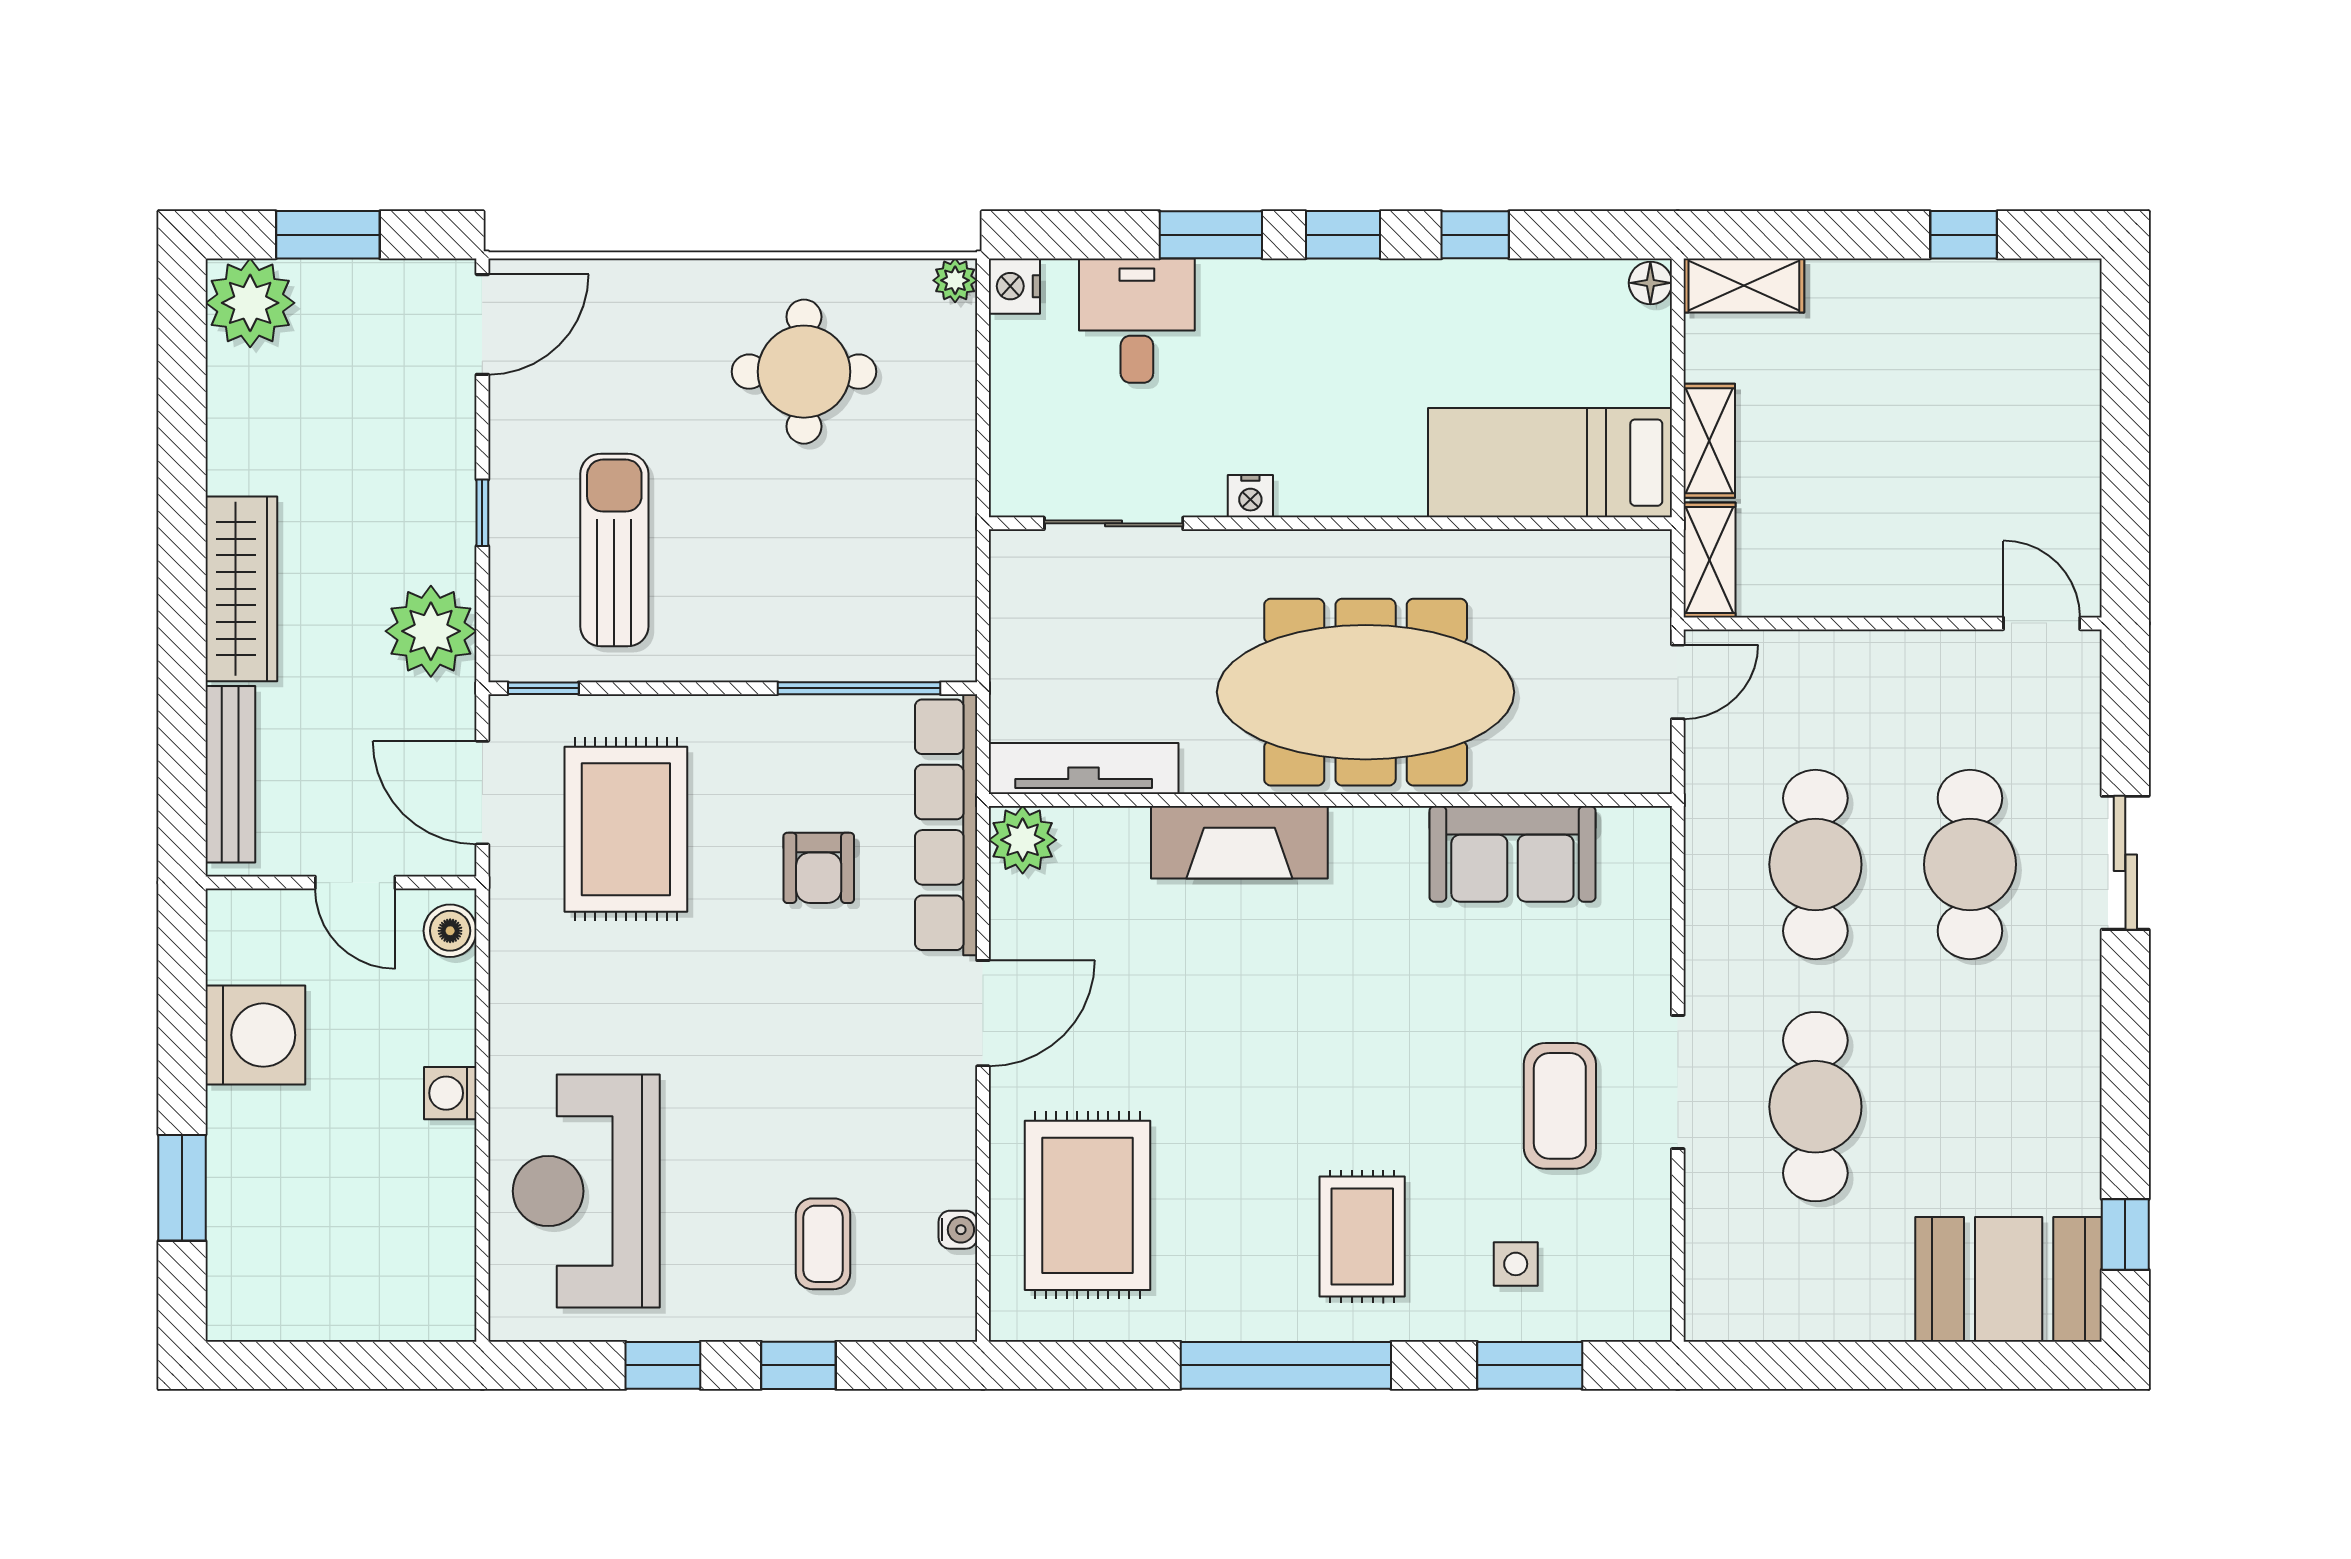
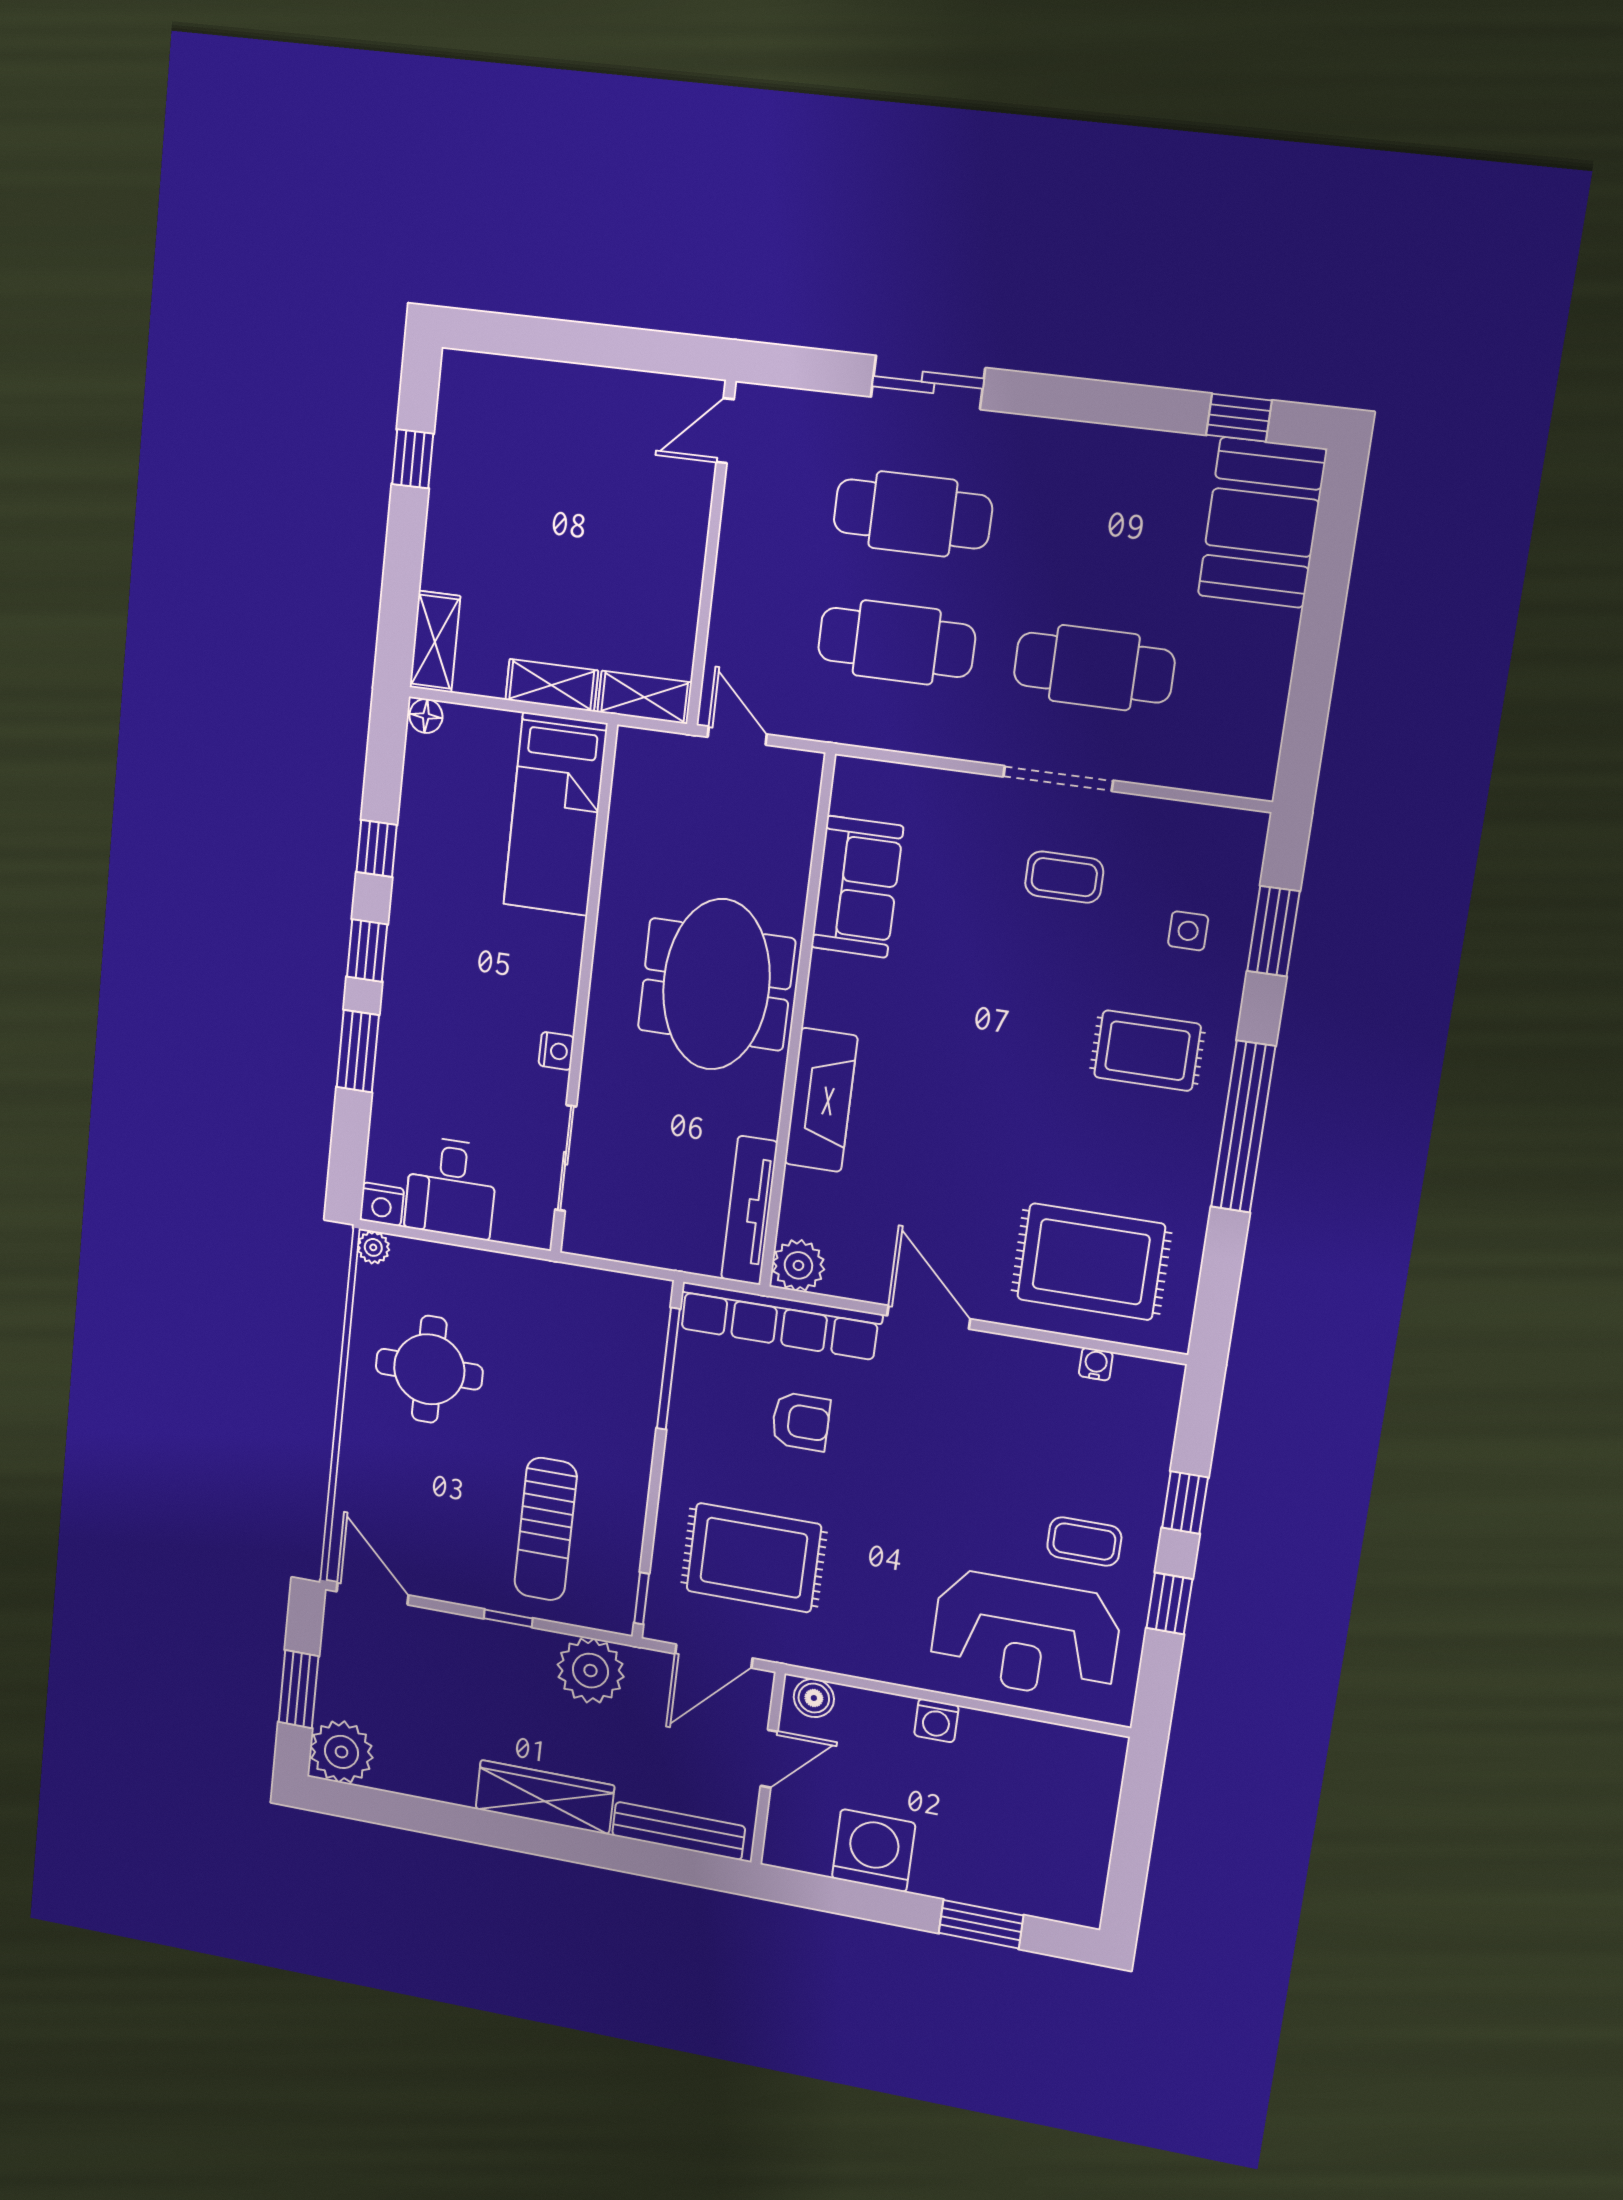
desk: (1137, 321) -> (451, 1188), moved, turned -90
sun lounger: (614, 550) -> (546, 1529), turned -90
meeting table: (1366, 692) -> (716, 984), width x0.73
coffee table: (1560, 1106) -> (1064, 877), width x0.73, depth x0.77
coffee table: (823, 1244) -> (1084, 1542), moved

